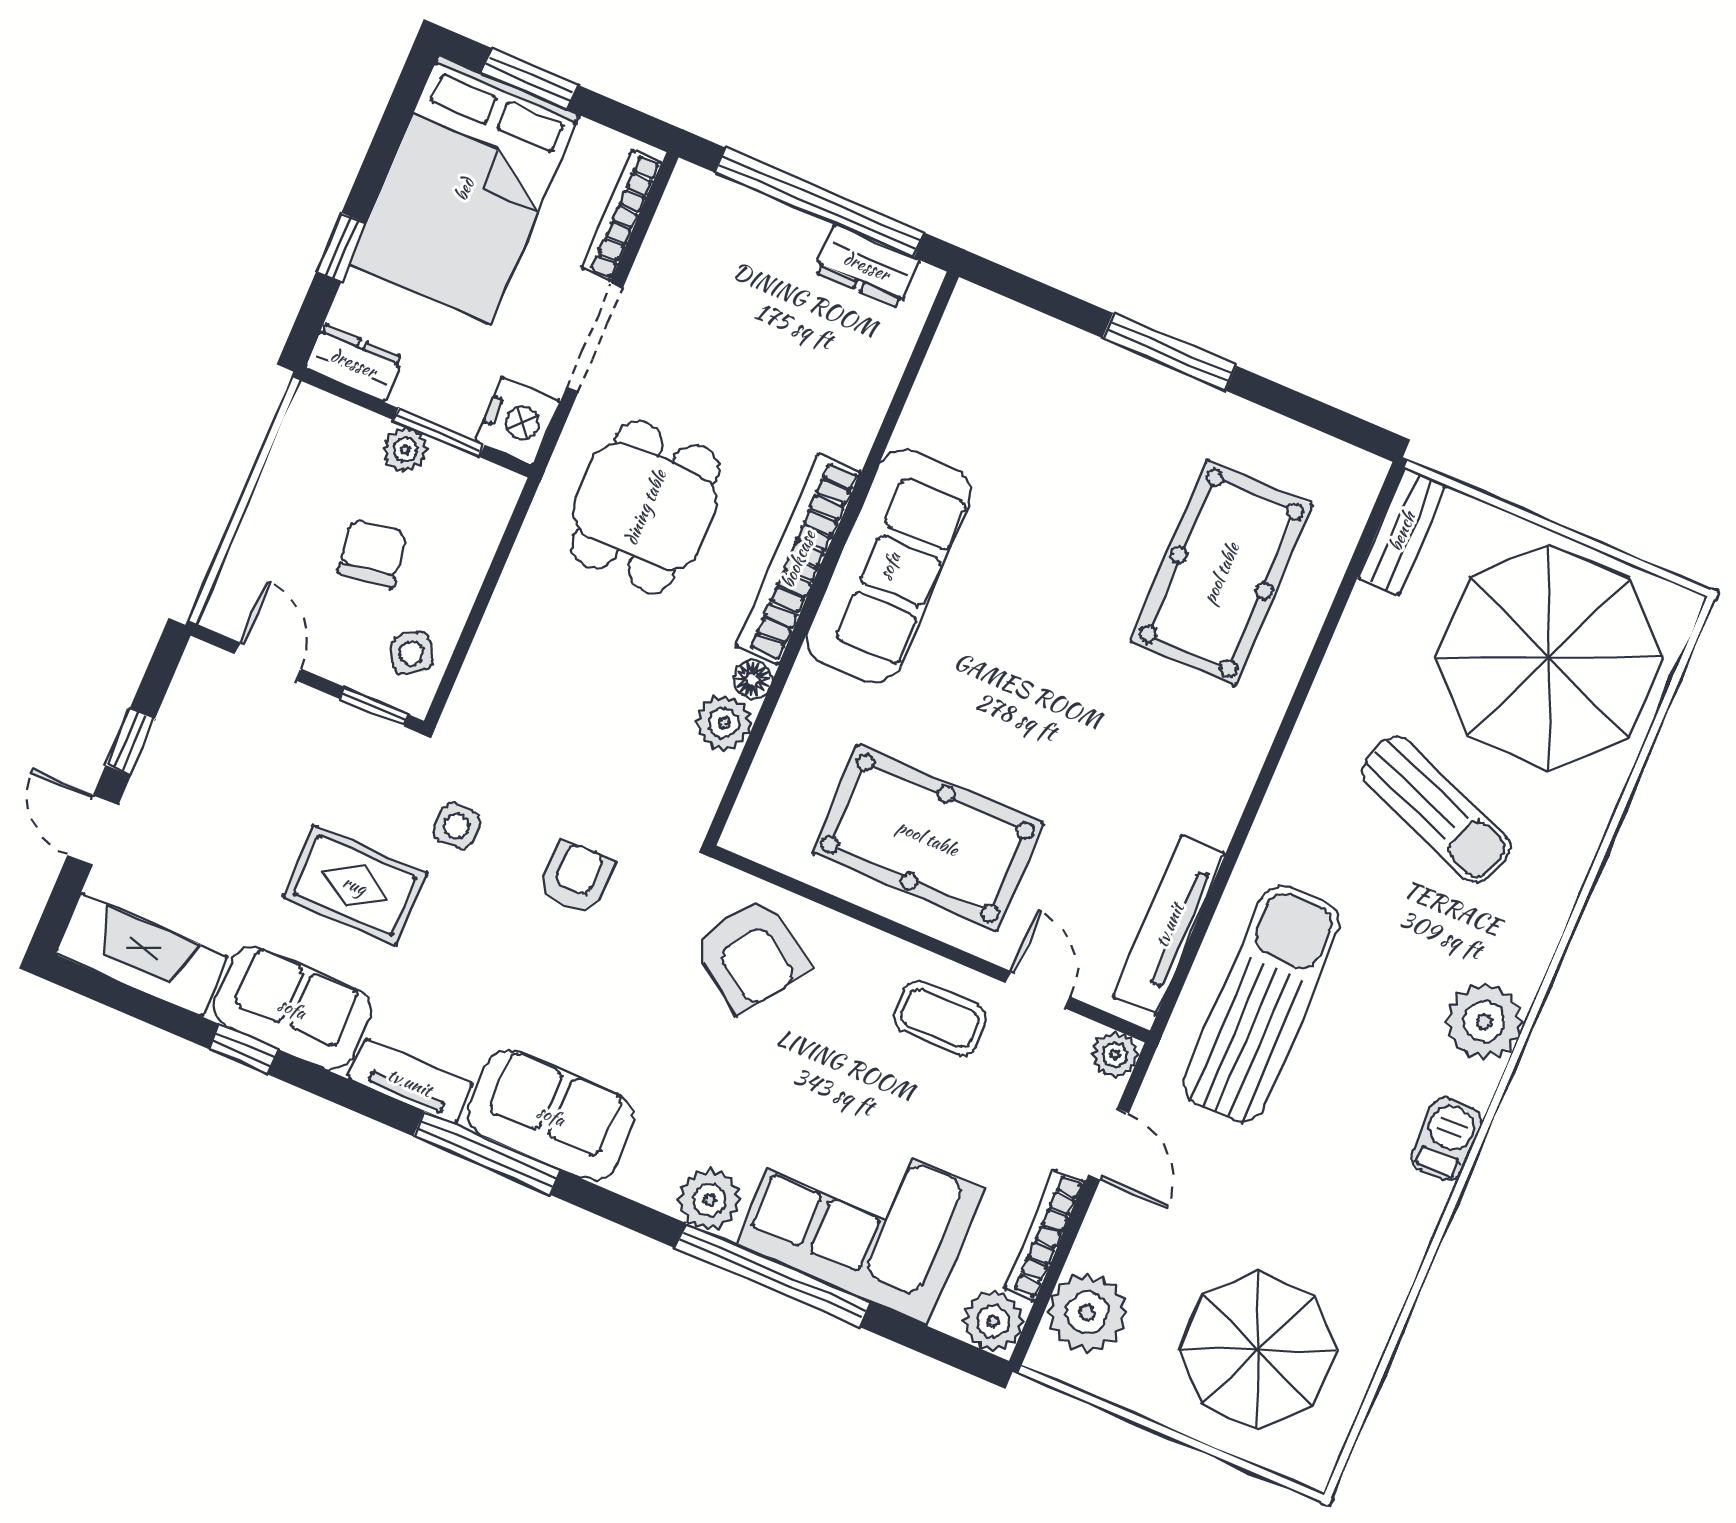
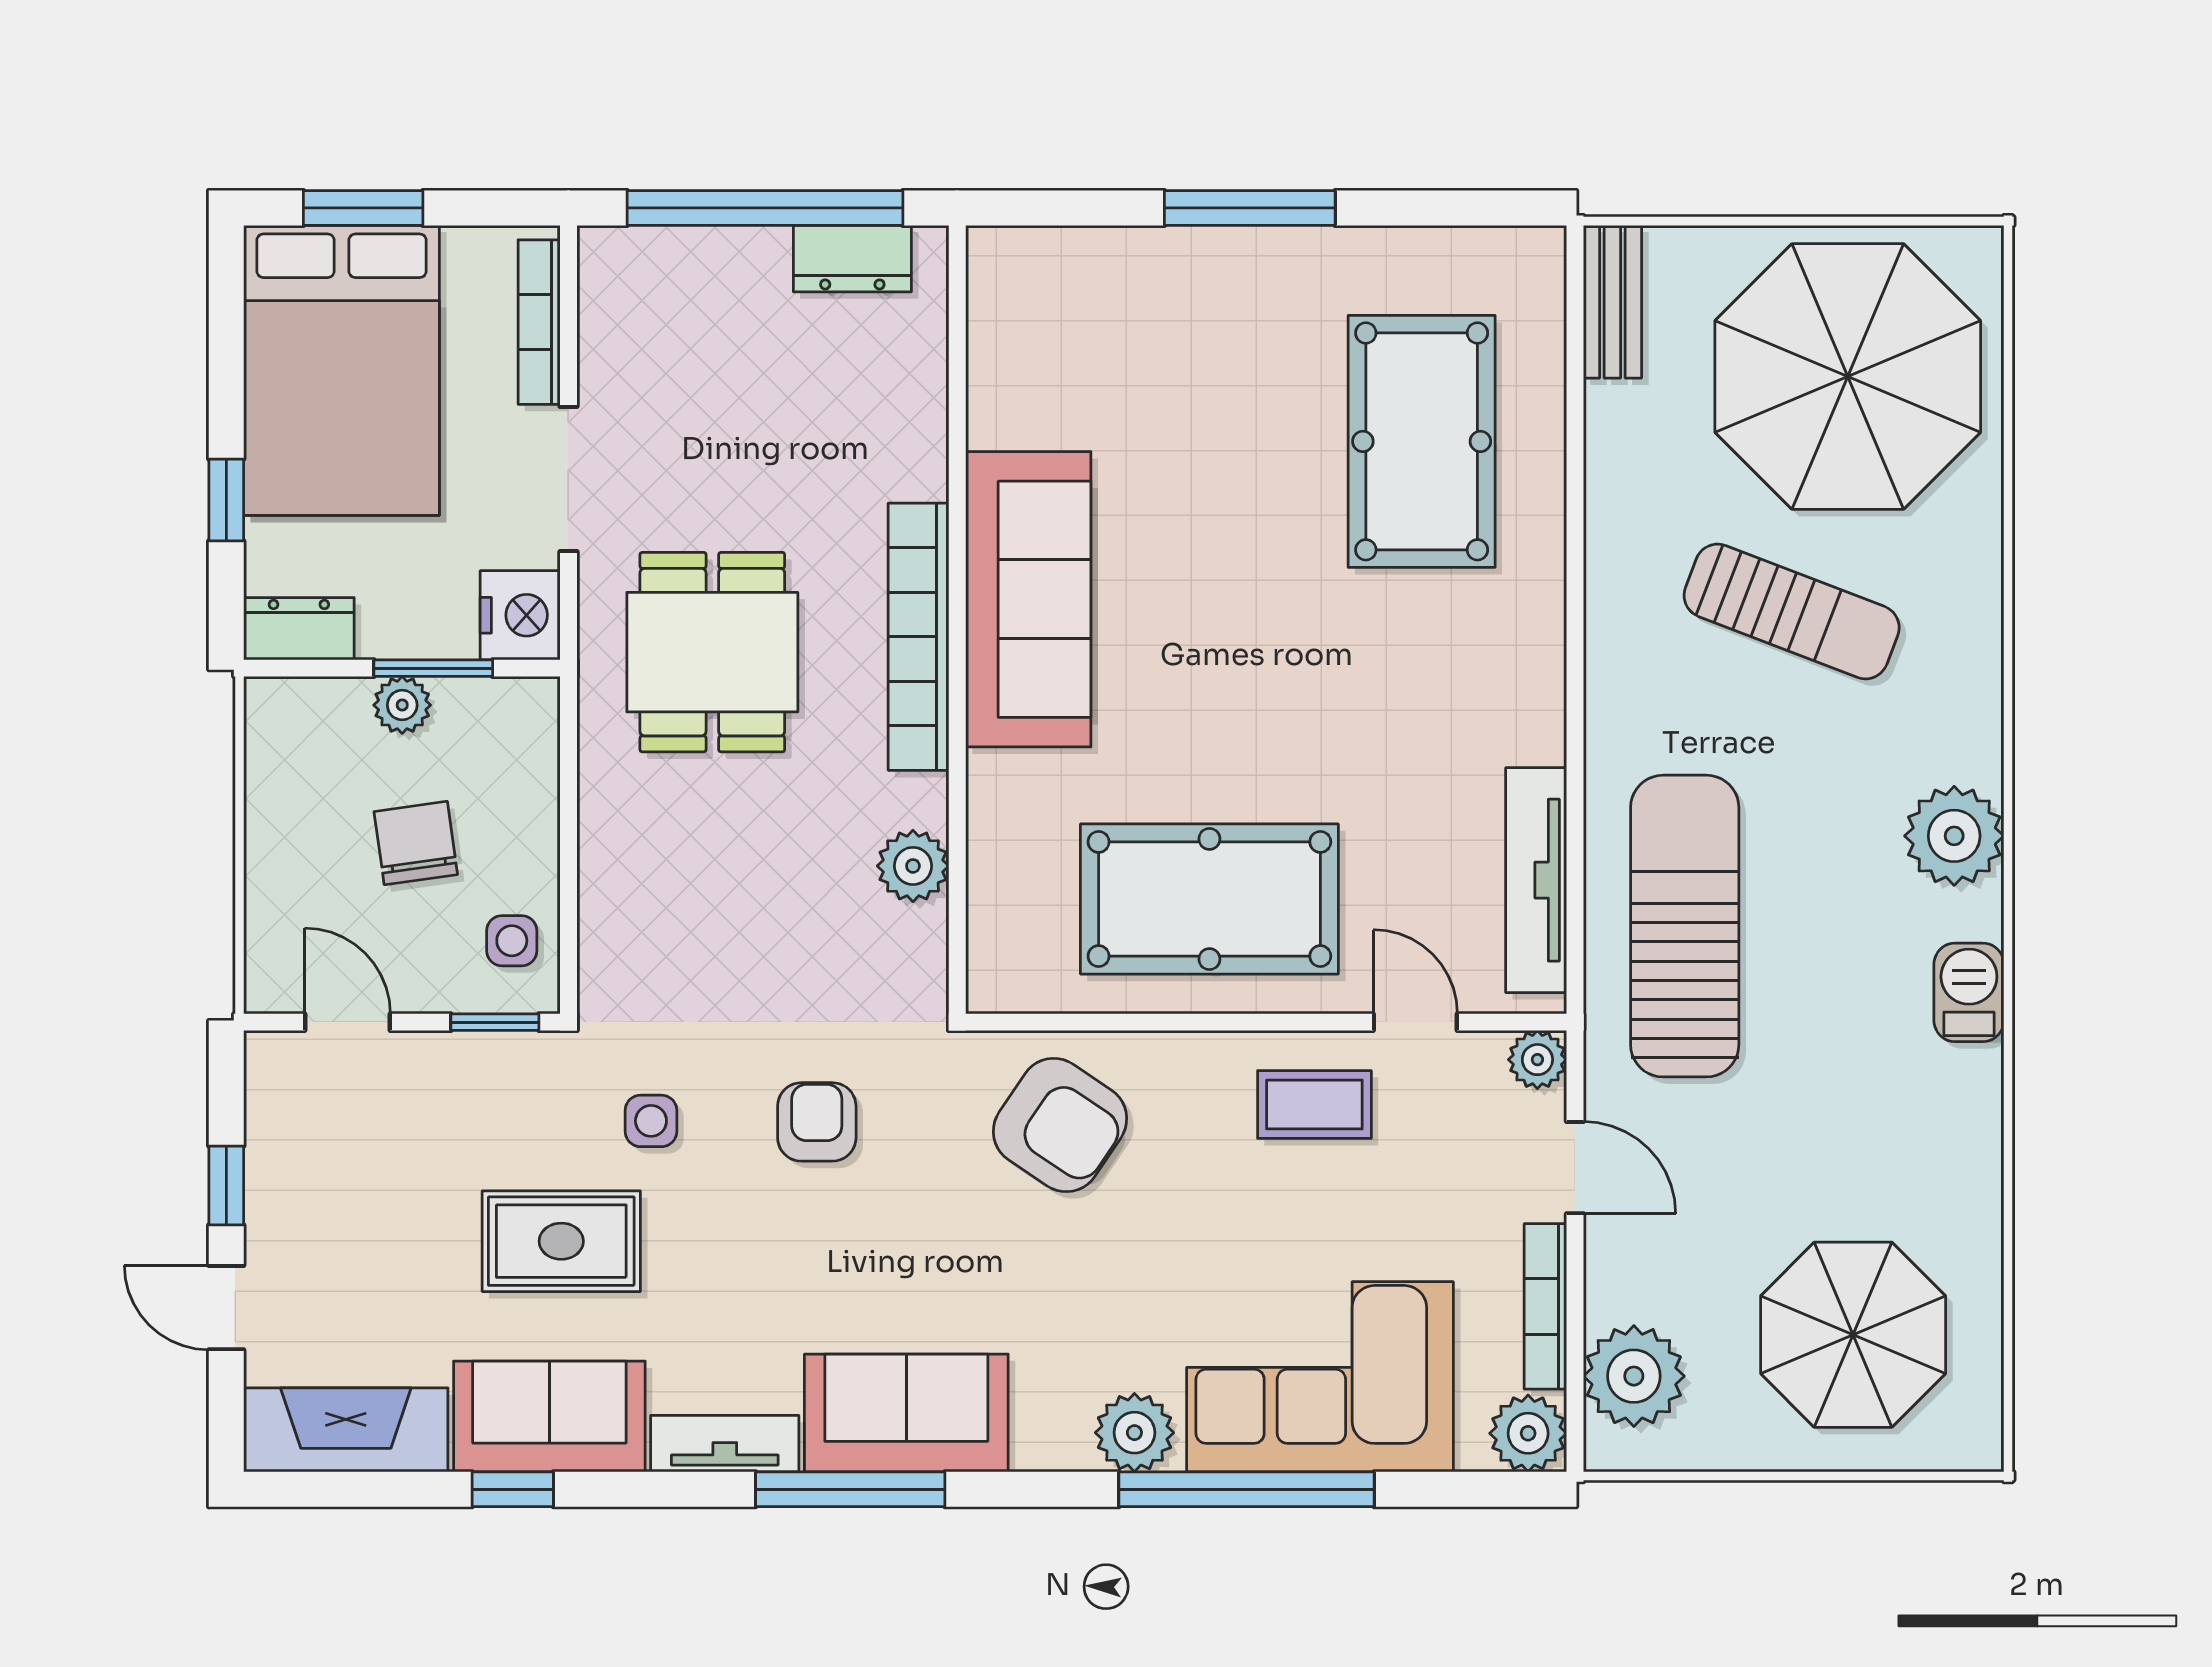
side table: (412, 653) -> (512, 941), turned 31
floor lamp: (753, 679) -> (925, 800), removed

